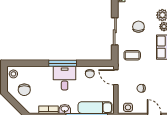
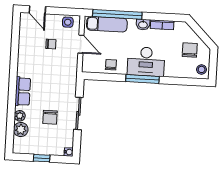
coffee table: (132, 55) -> (59, 84), removed
door: (116, 77) -> (81, 44), moved
desk: (65, 78) -> (146, 62), width x1.37

